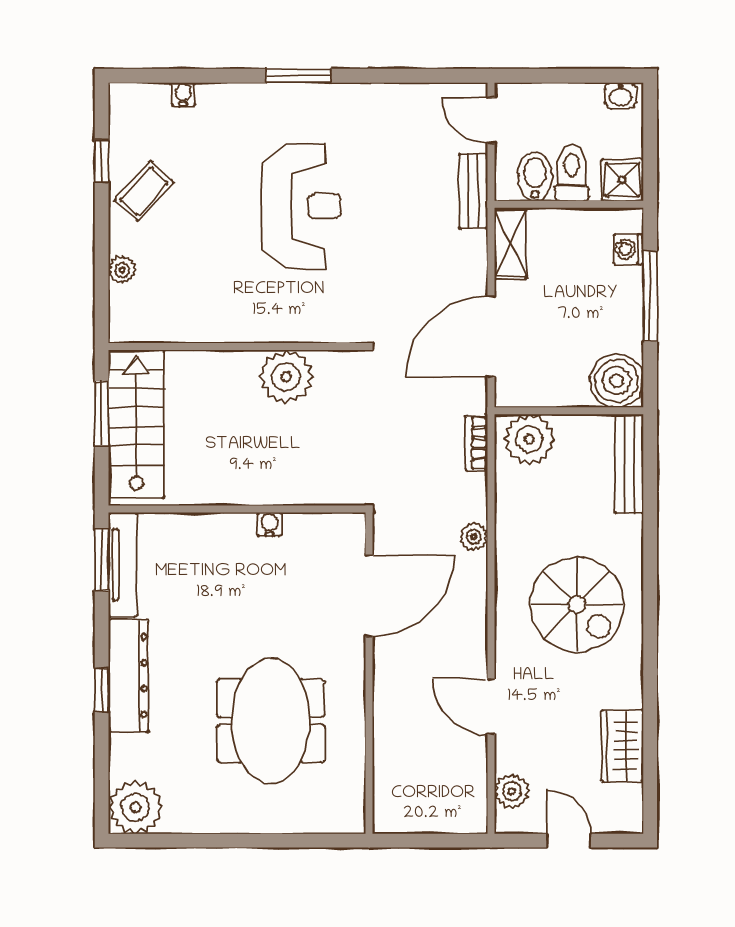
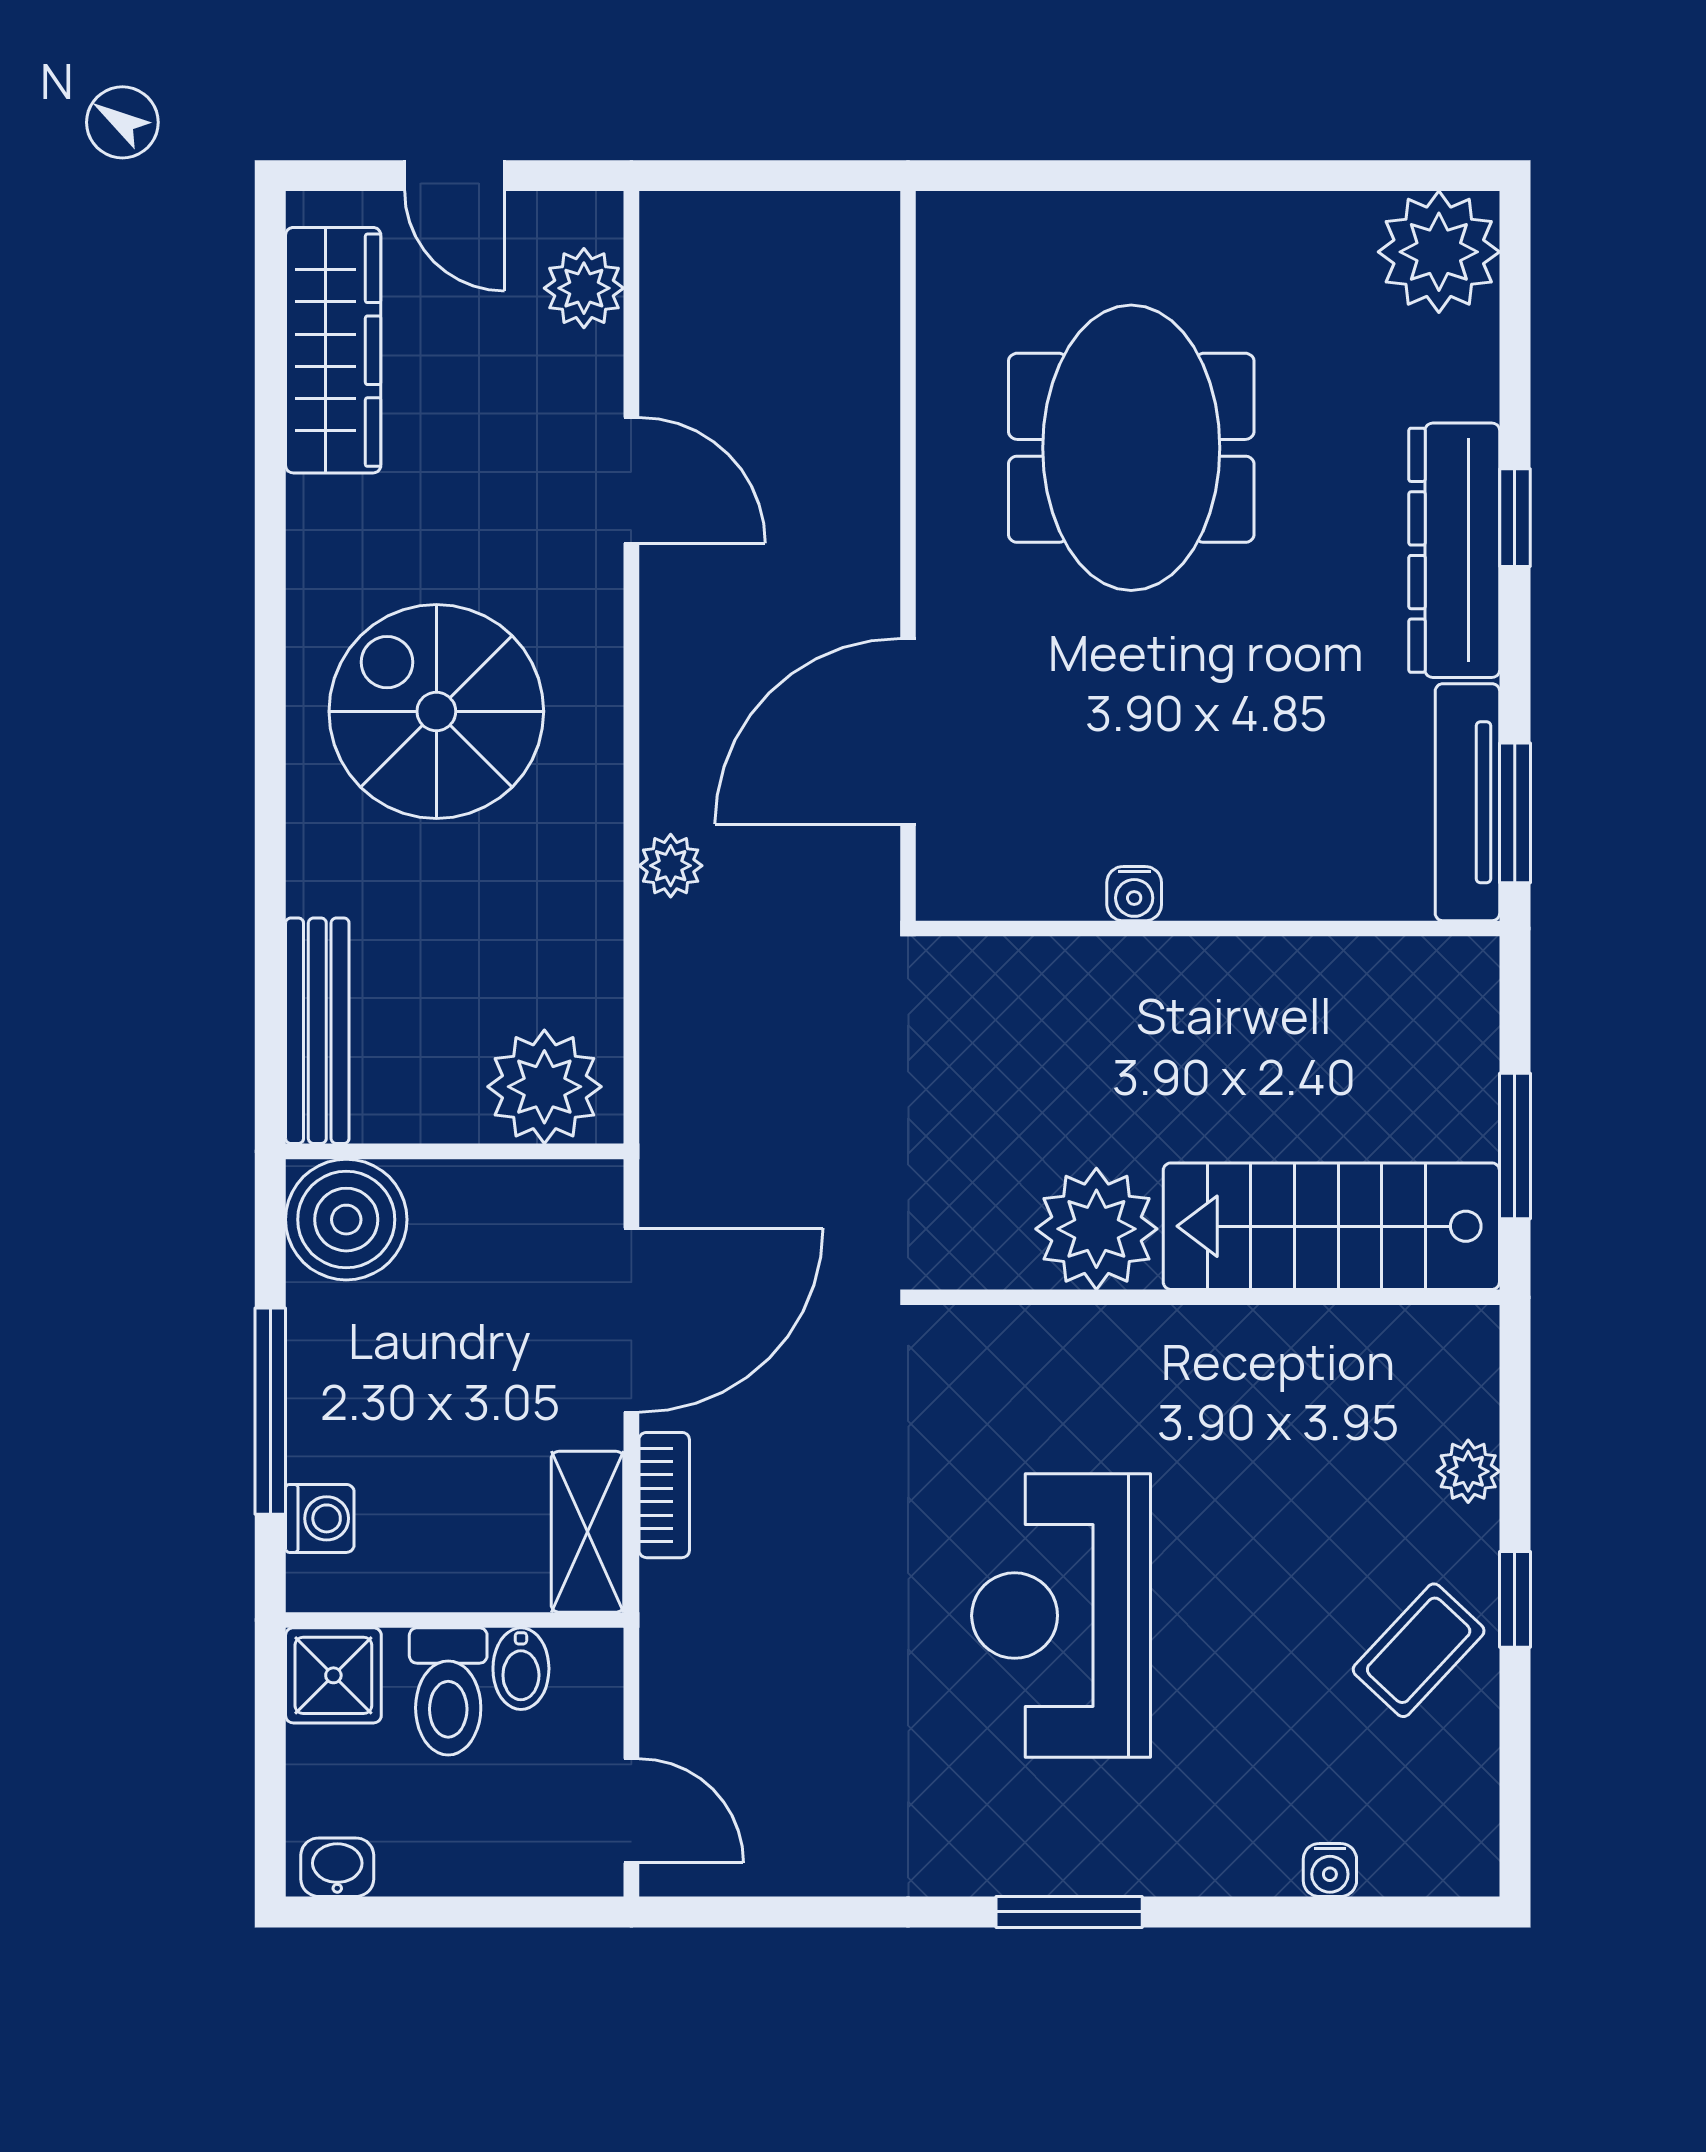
window: (102, 161) -> (1515, 1599), moved
bidet: (535, 176) -> (521, 1669), width x0.72, depth x0.74
bench: (473, 191) -> (672, 1649), removed
stairs: (136, 424) -> (1331, 1226), moved, turned 90
bookcase: (476, 443) -> (664, 1495), moved
wardrobe: (622, 746) -> (333, 350), width x1.50

